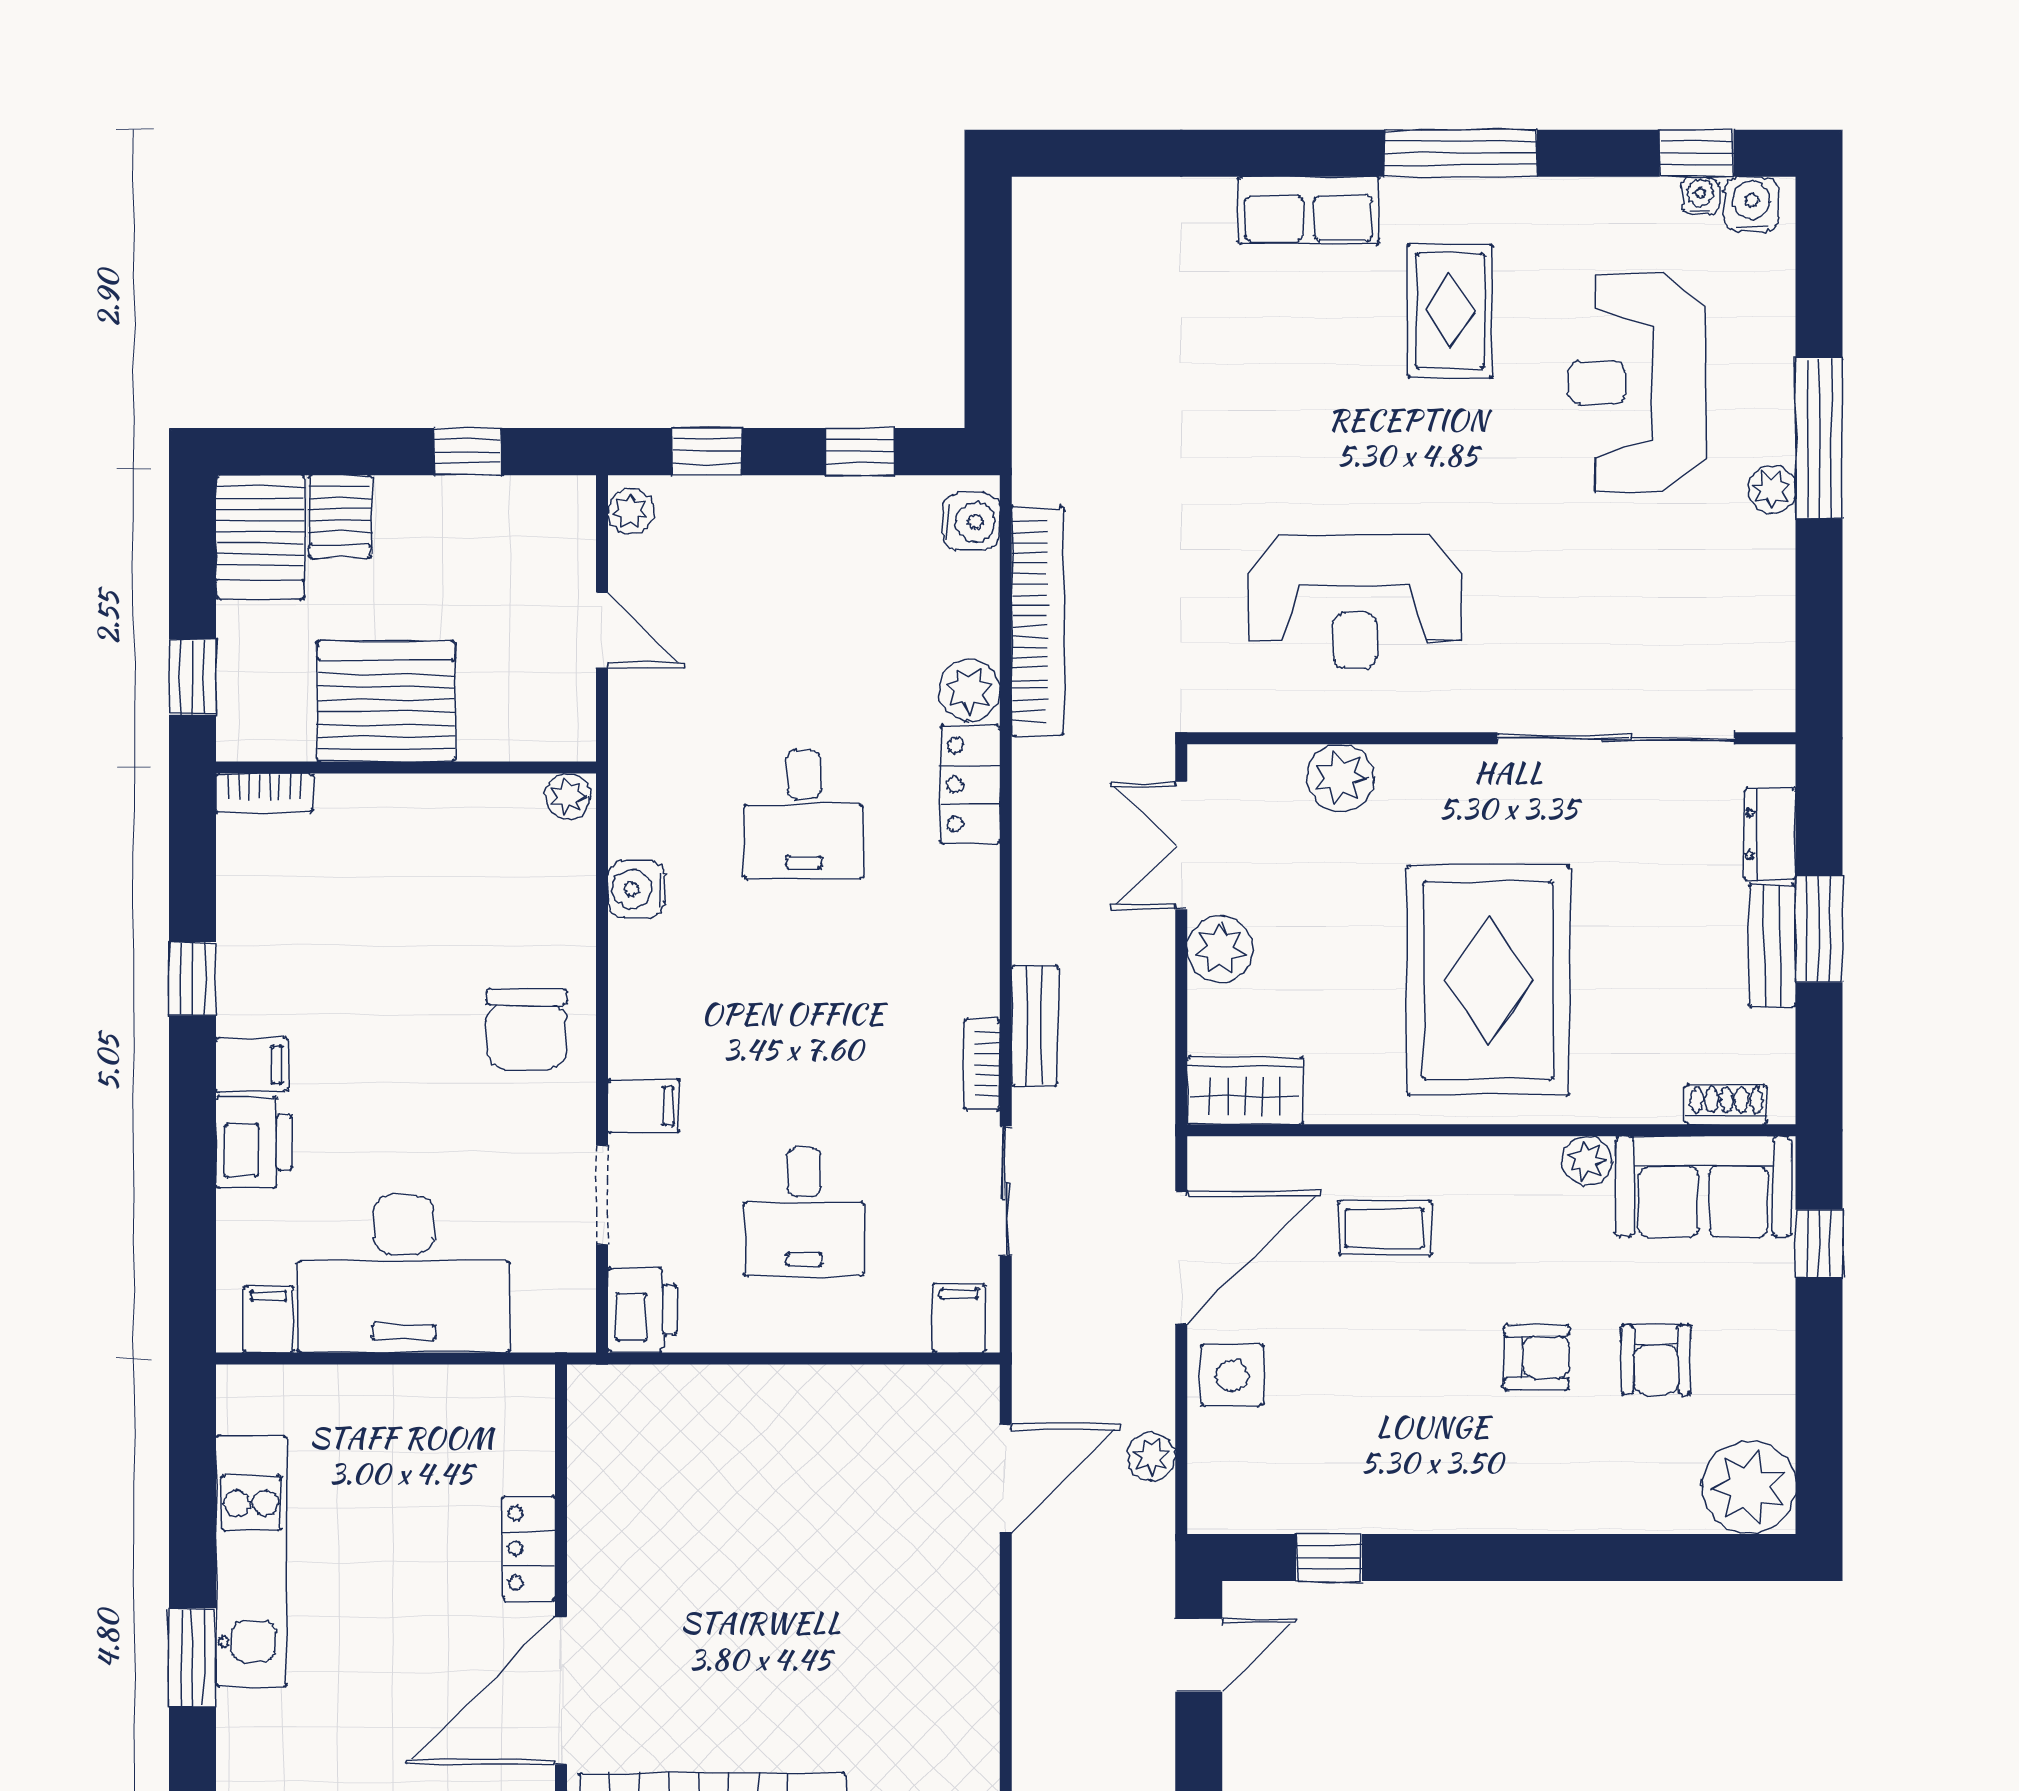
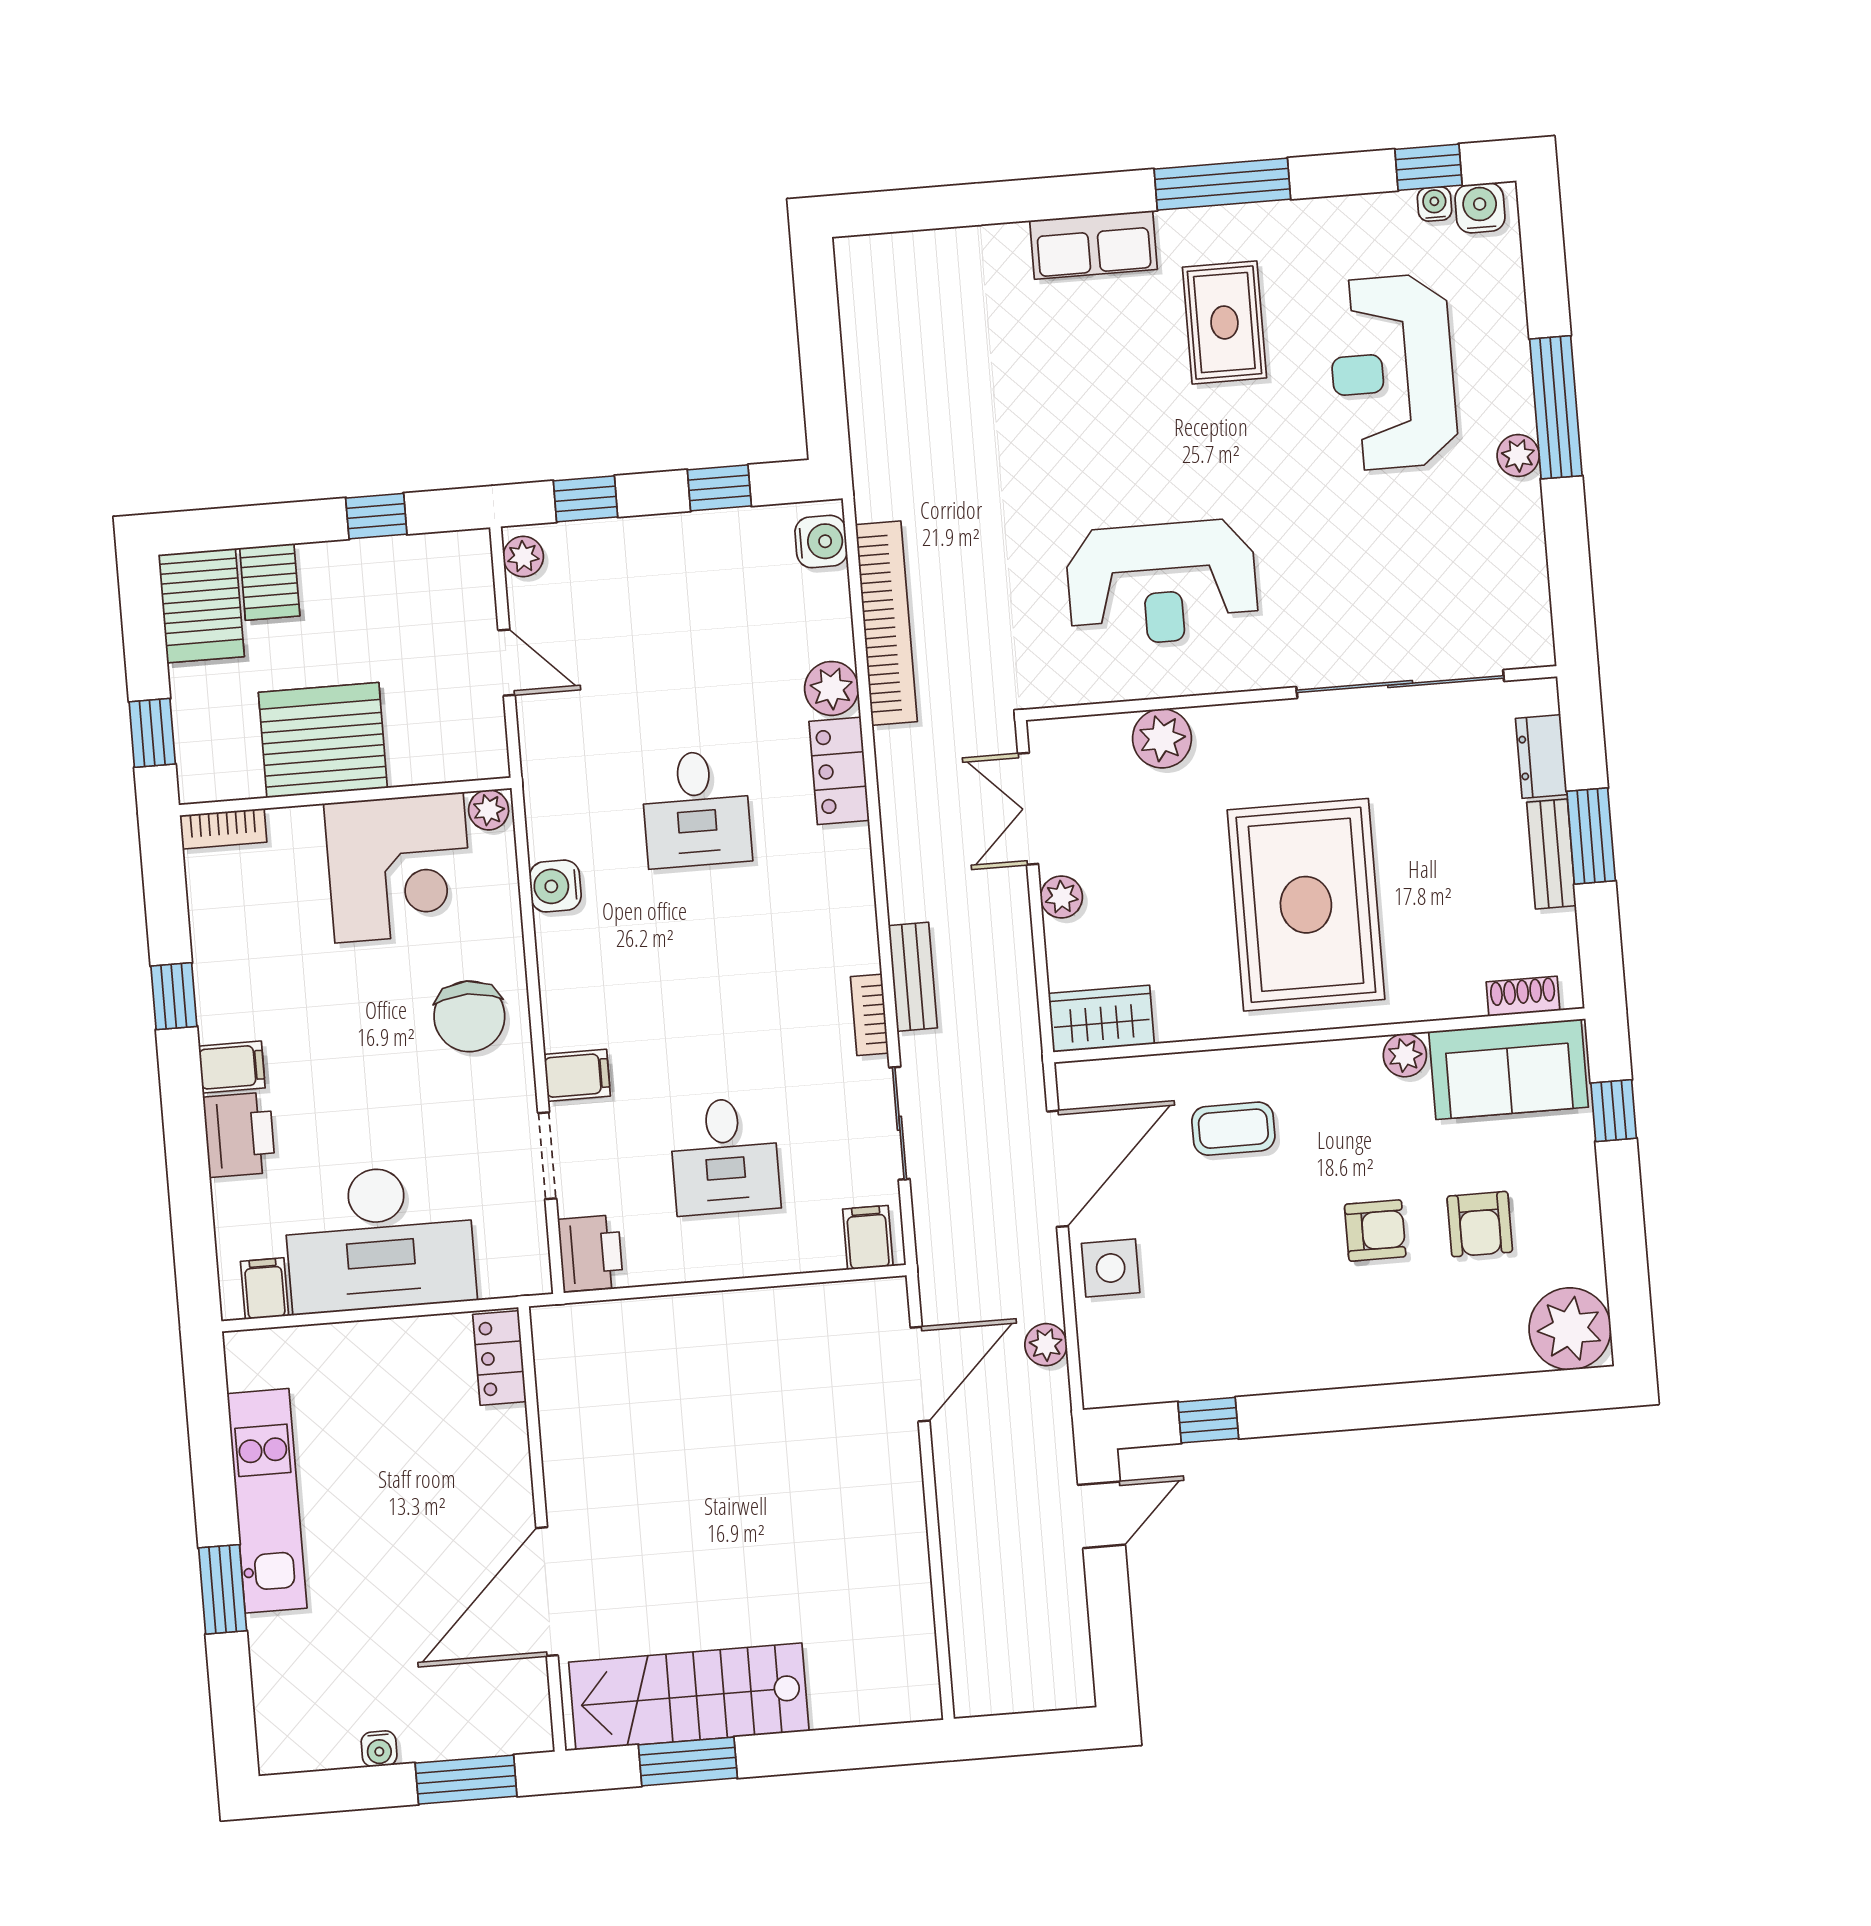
corner desk: (460, 853) -> (399, 868), added
plant: (1220, 949) -> (1061, 897), width x0.73, depth x0.73
locker: (529, 1548) -> (499, 1358), moved

